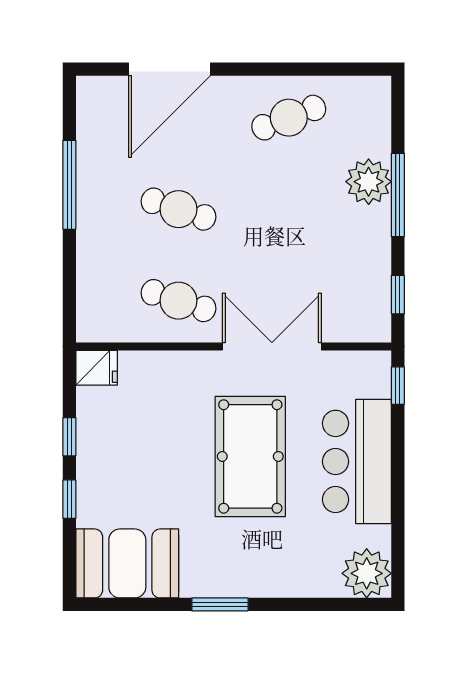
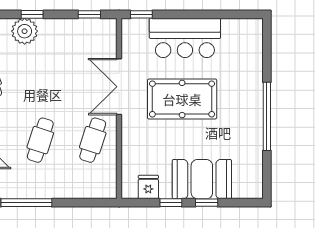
window: (398, 195) -> (32, 14), width x0.46
fridge: (97, 368) -> (148, 187), moved
booth: (127, 563) -> (202, 179), moved, turned 90
plant: (367, 573) -> (249, 32), removed
window: (220, 604) -> (267, 116), width x2.11

